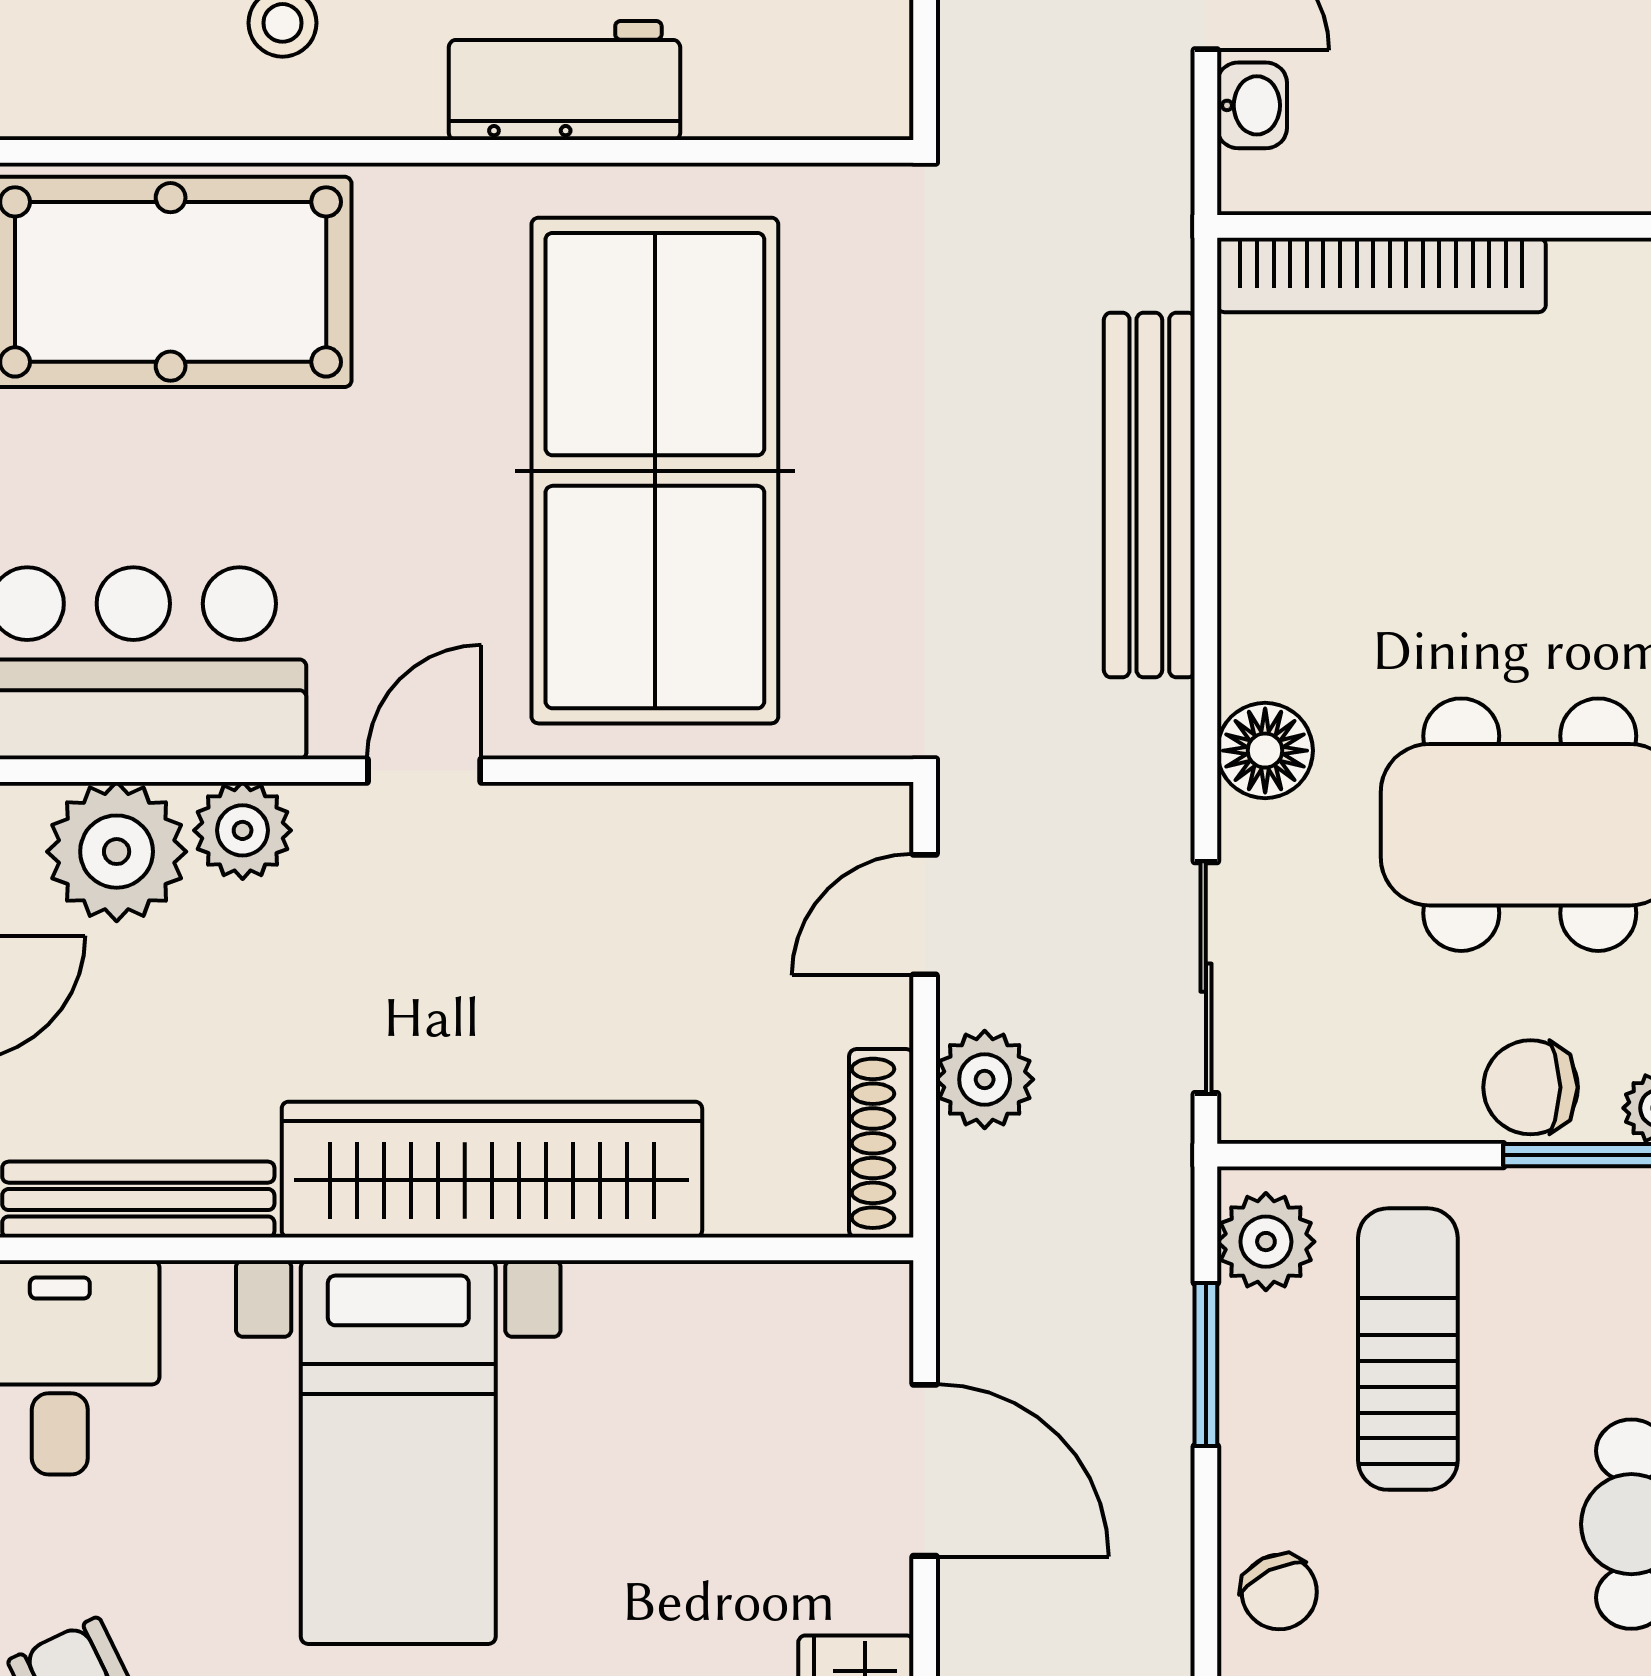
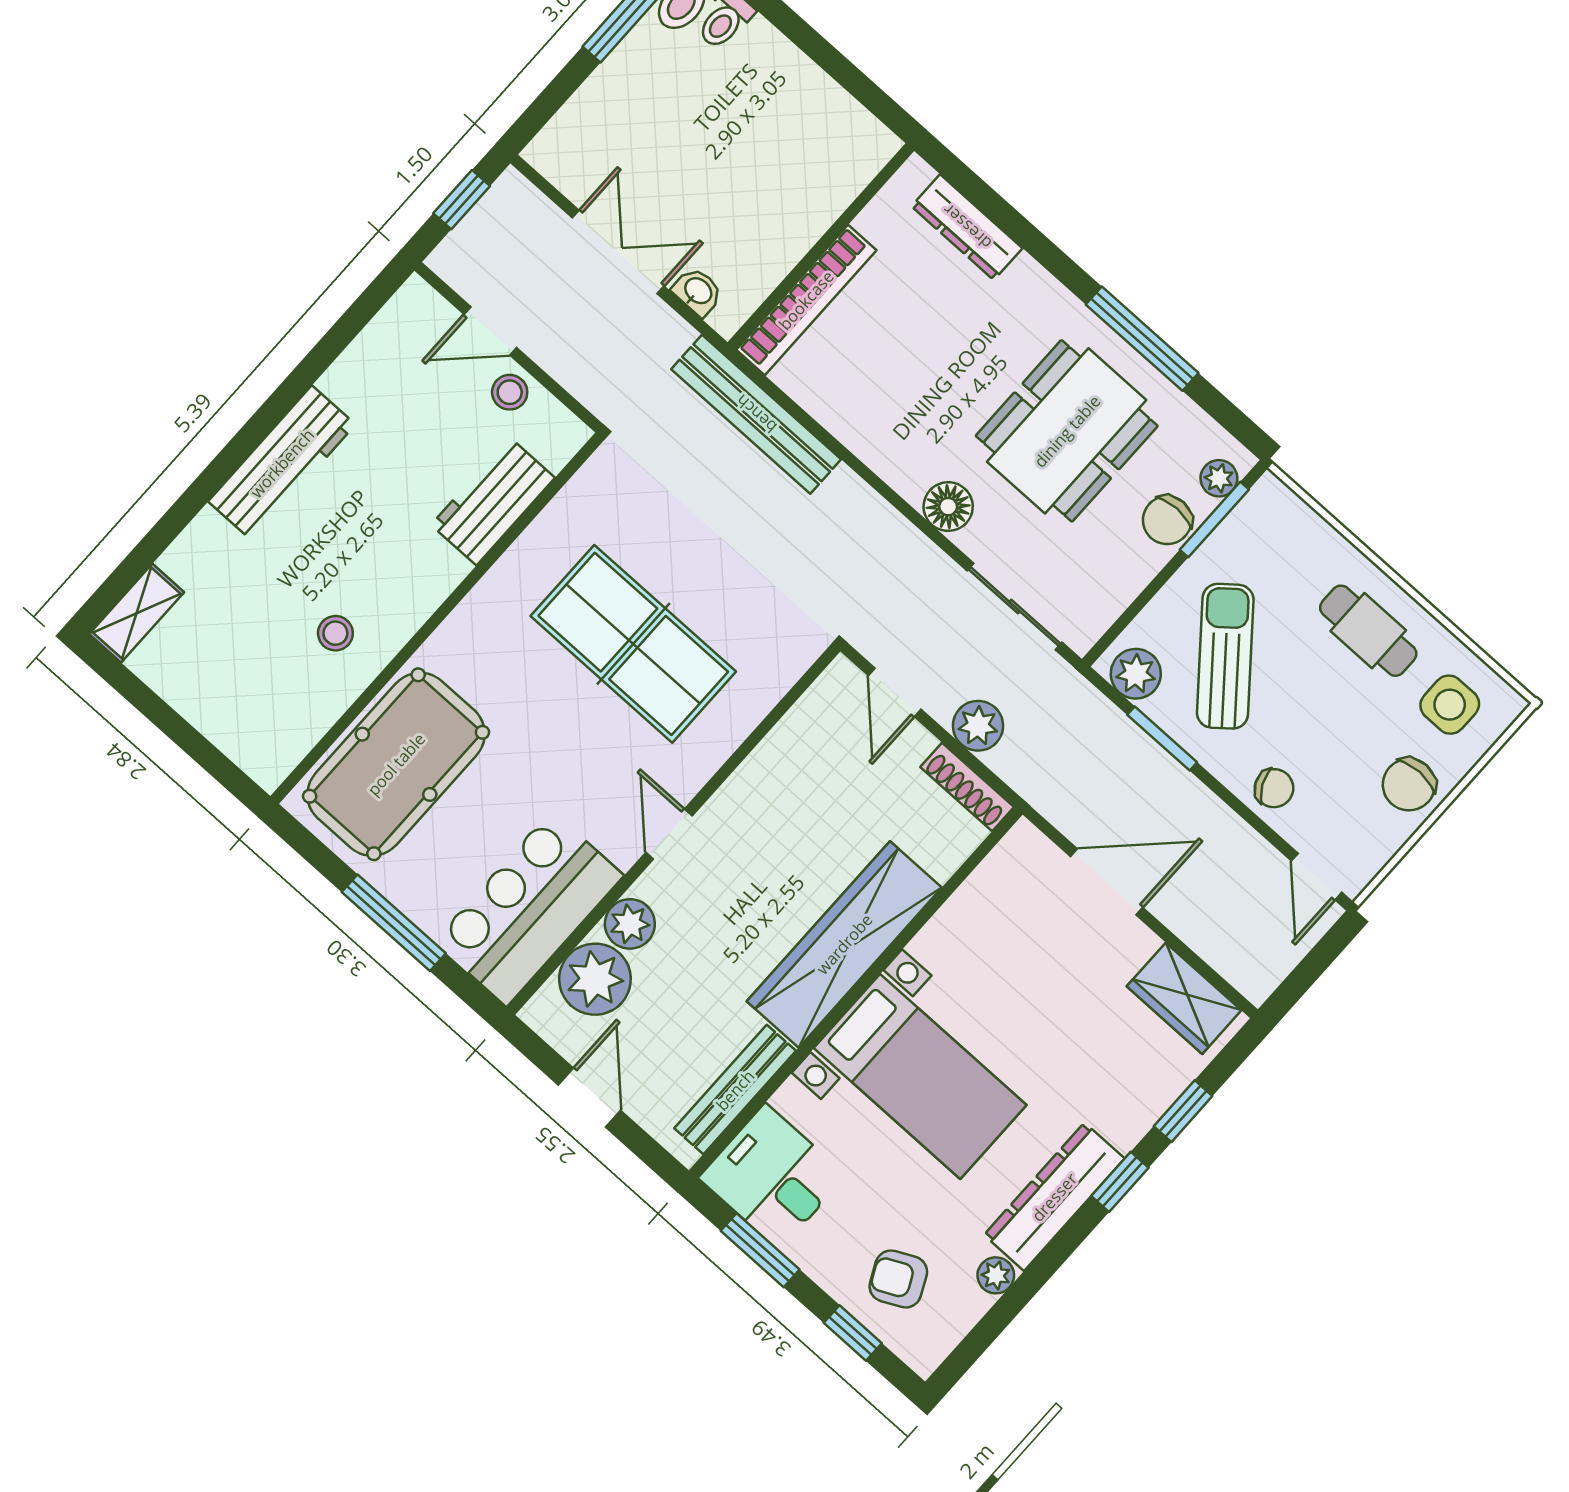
workbench: (564, 80) -> (493, 501), moved
table tennis table: (655, 471) -> (633, 644), width x0.73, depth x0.76
bench: (1149, 495) -> (756, 414), moved
sun lounger: (1408, 1349) -> (1225, 656), turned 51

